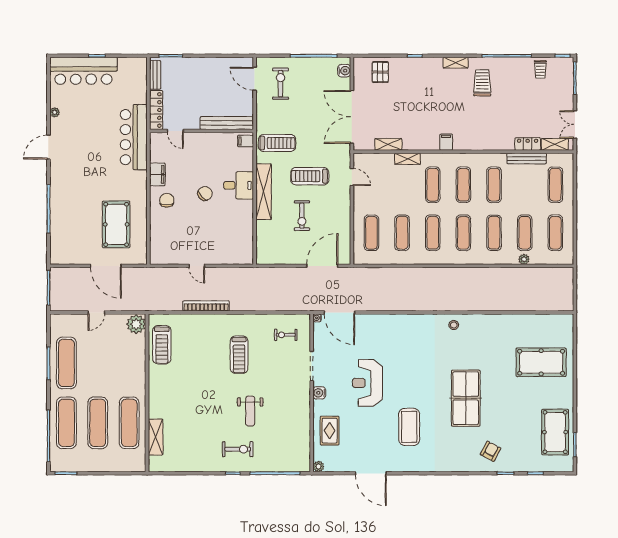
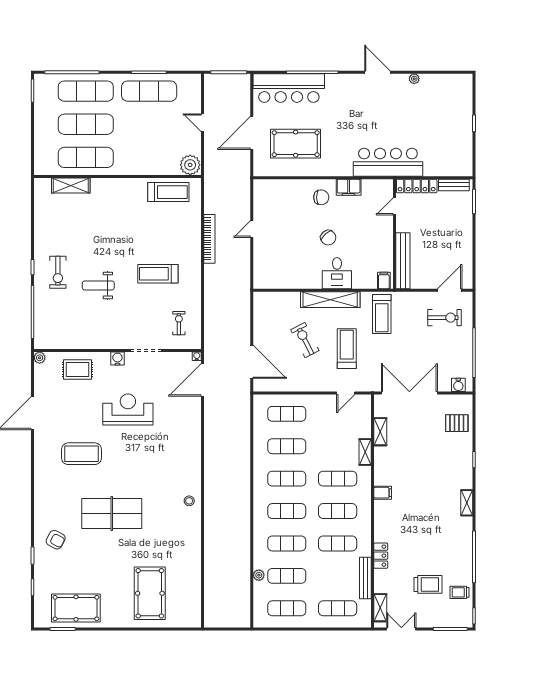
bar counter: (83, 71) -> (289, 88), moved, turned -90
trolley: (482, 83) -> (428, 584), moved
locker: (528, 144) -> (381, 556), moved
exercise bike: (302, 216) -> (305, 340), turned 63
treadmill: (162, 345) -> (168, 192), turned 180

